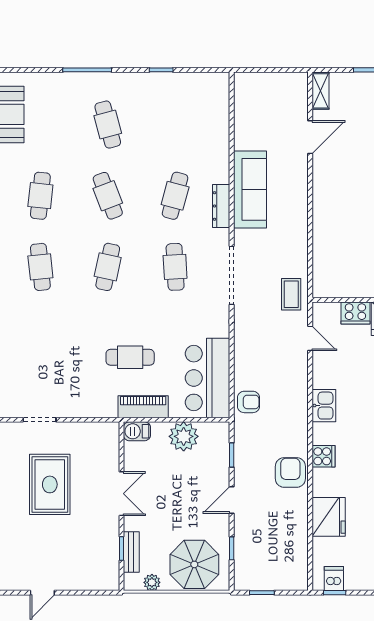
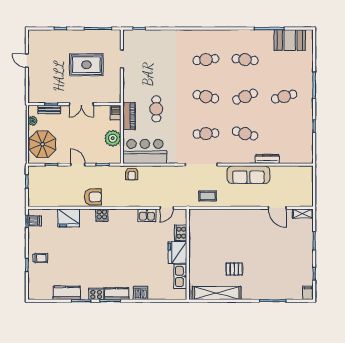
dresser: (221, 206) -> (267, 159), moved
coffee table: (291, 294) -> (208, 196), moved
kitchen sink: (324, 406) -> (147, 215), moved

